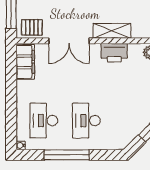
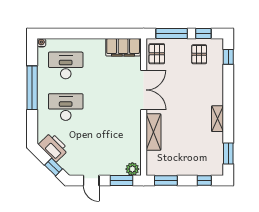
double door: (69, 41) -> (144, 90), swing flipped
printer: (114, 53) -> (54, 147), moved, turned 135

